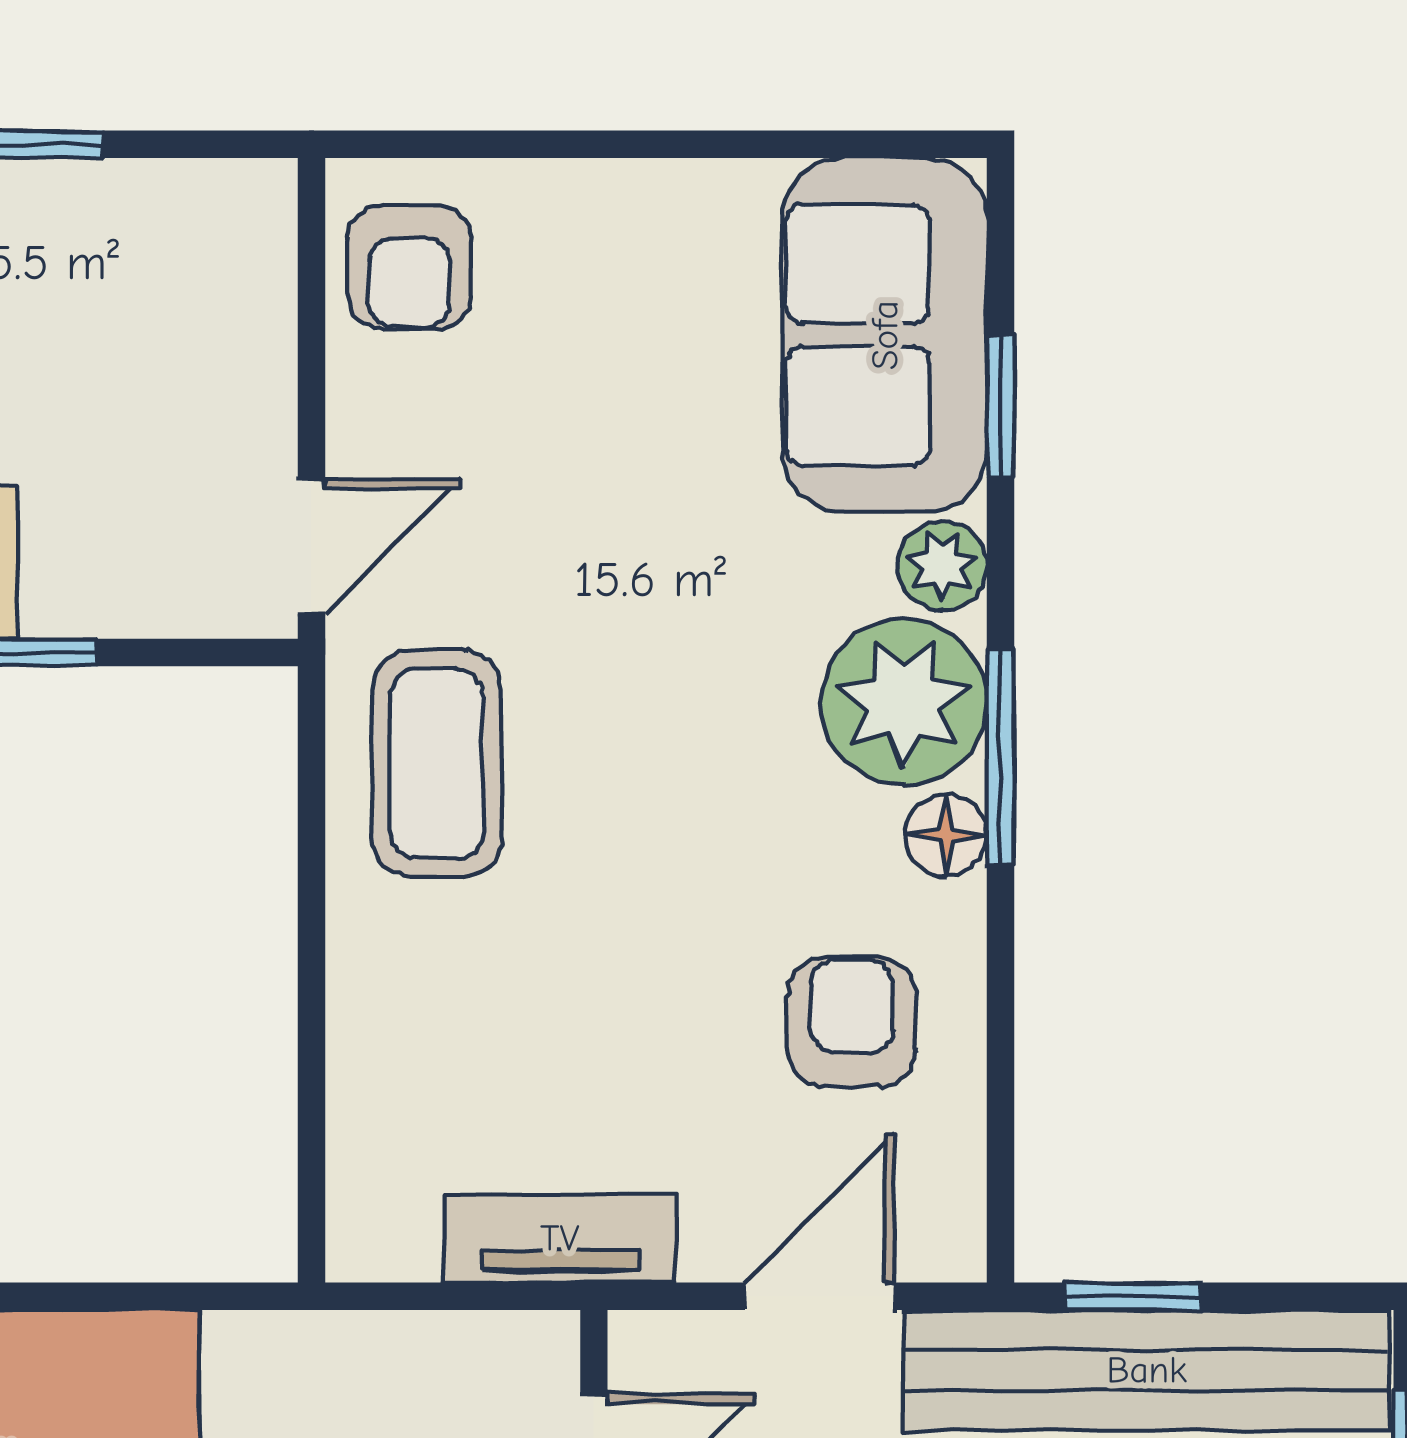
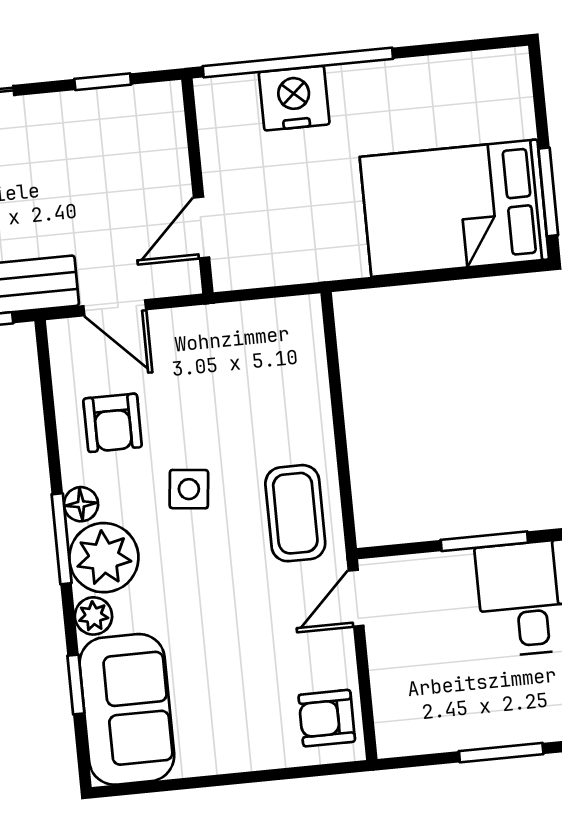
armchair: (410, 267) -> (327, 718), turned -90
side table: (685, 846) -> (189, 489), added
tv unit: (560, 1238) -> (225, 321), removed
door: (820, 1296) -> (115, 308), hinge flipped

